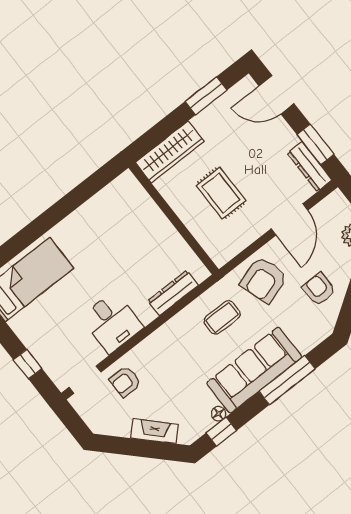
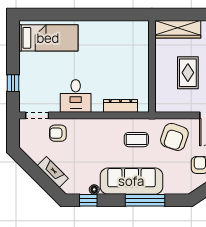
armchair: (264, 280) -> (174, 137), turned -53

